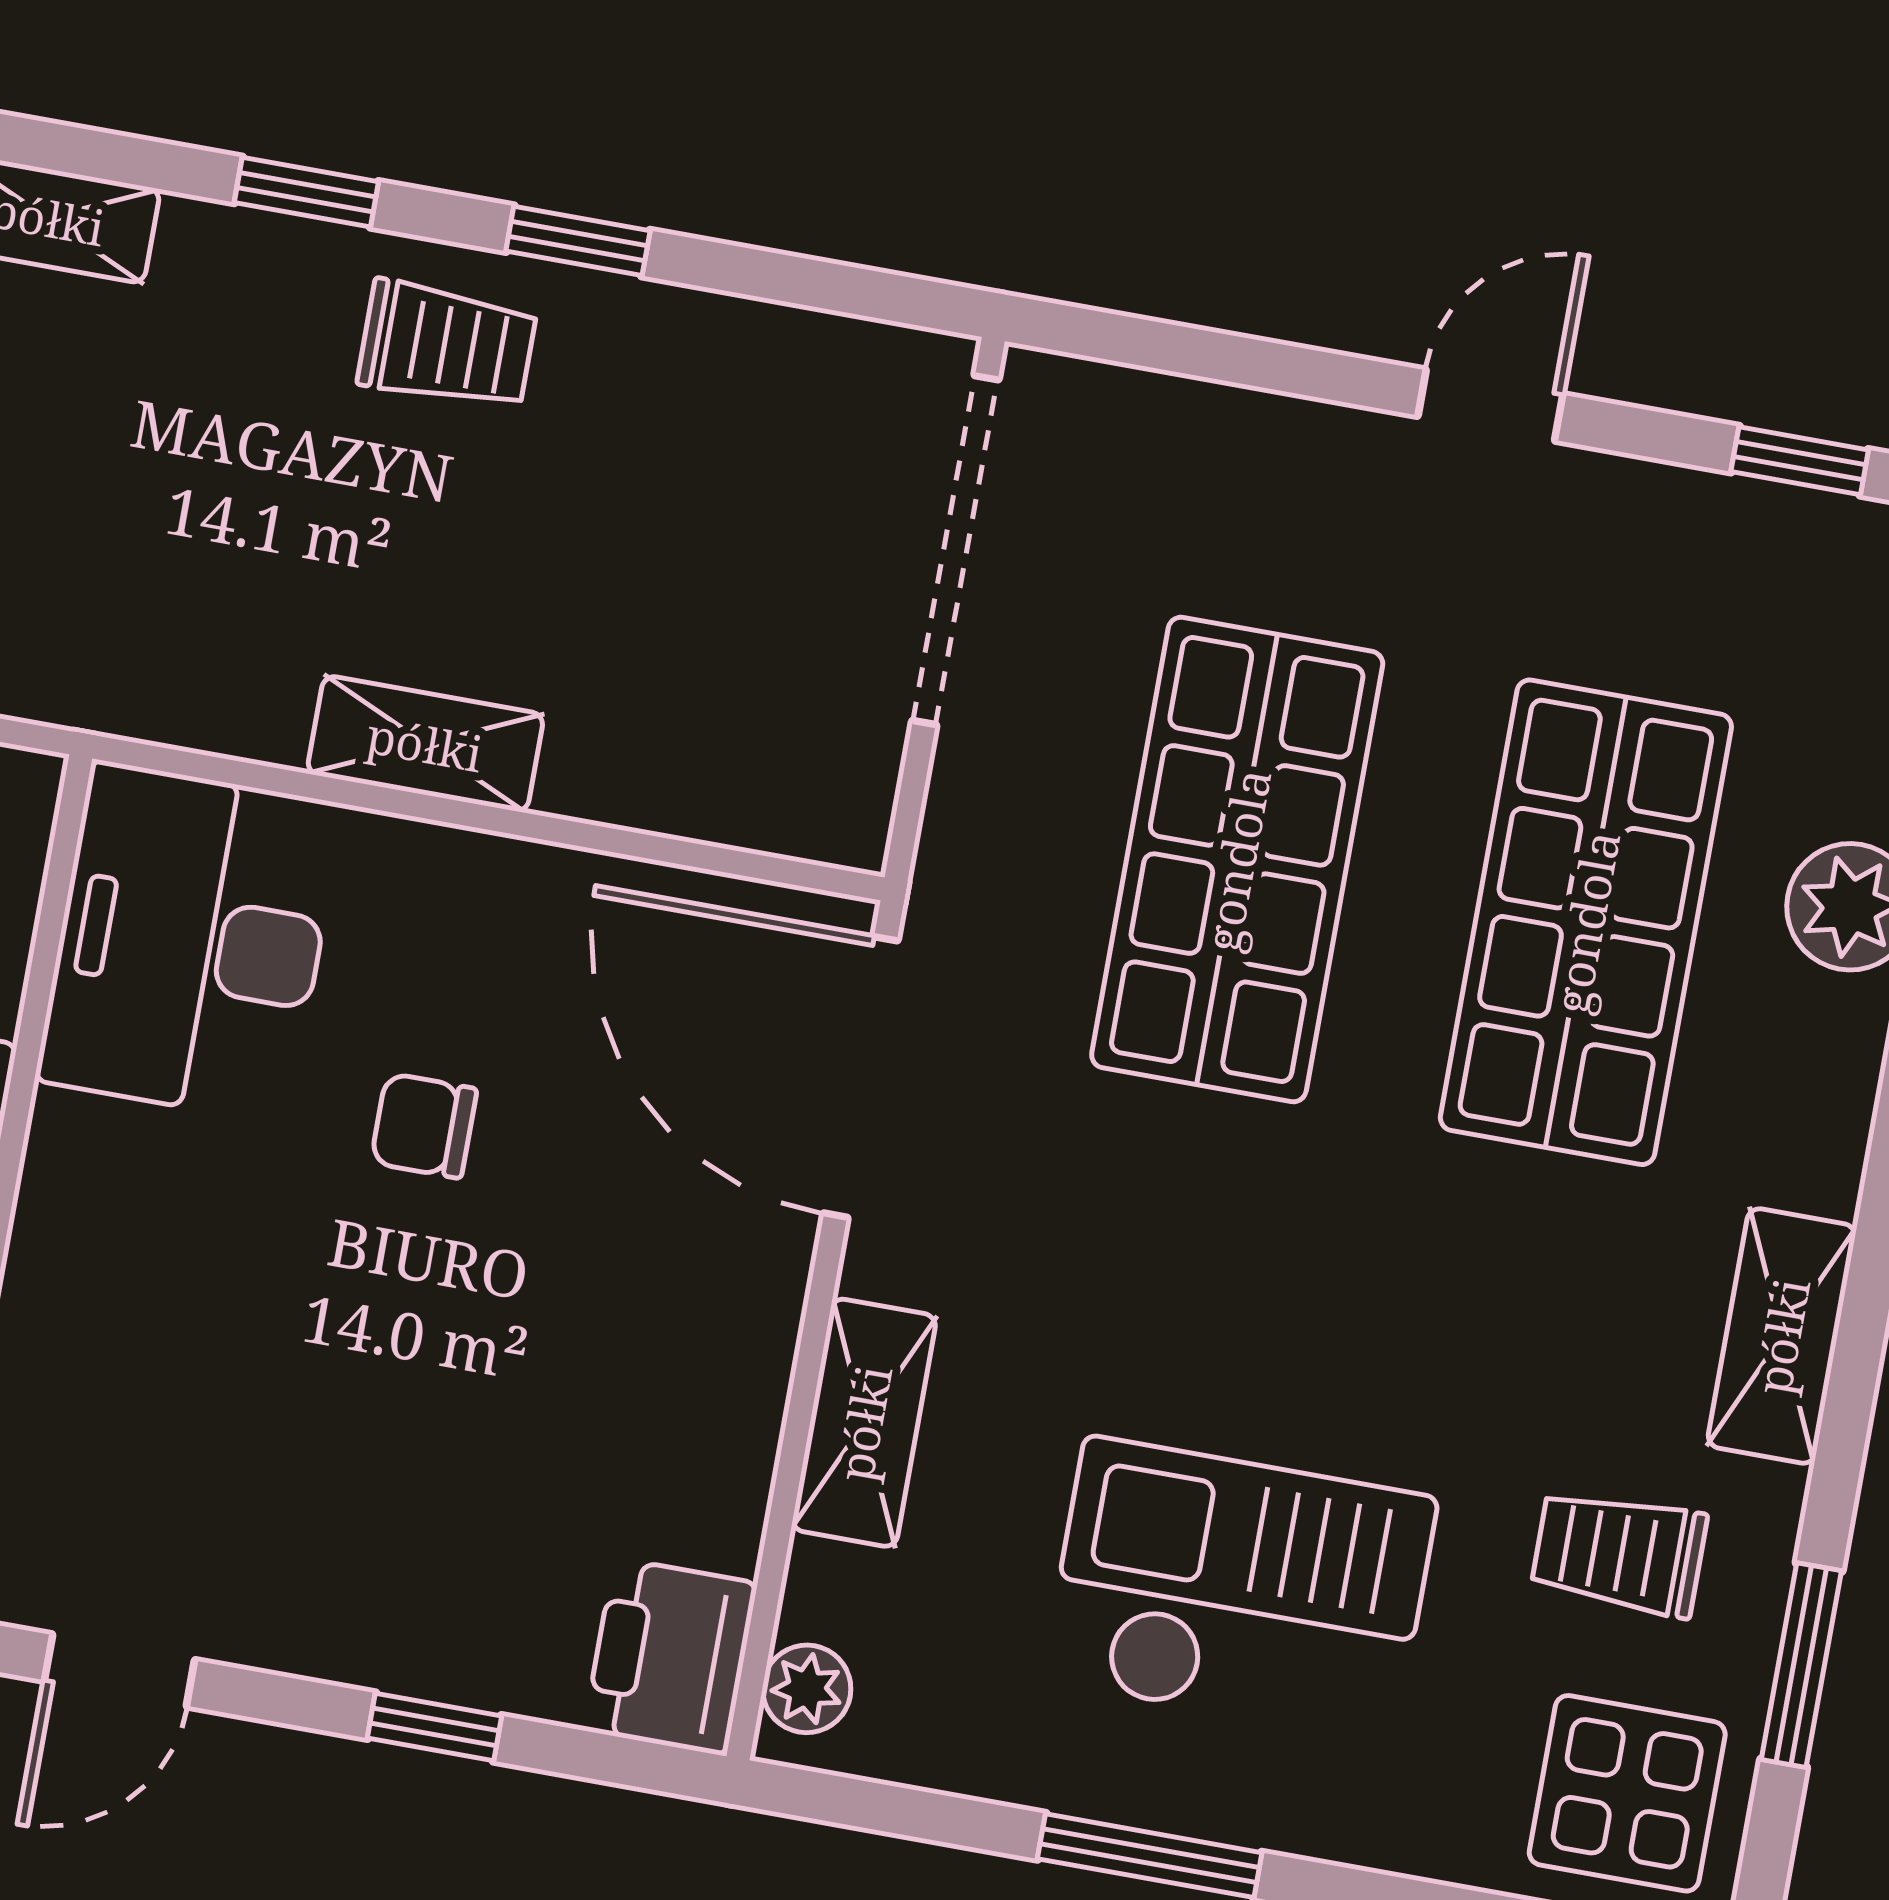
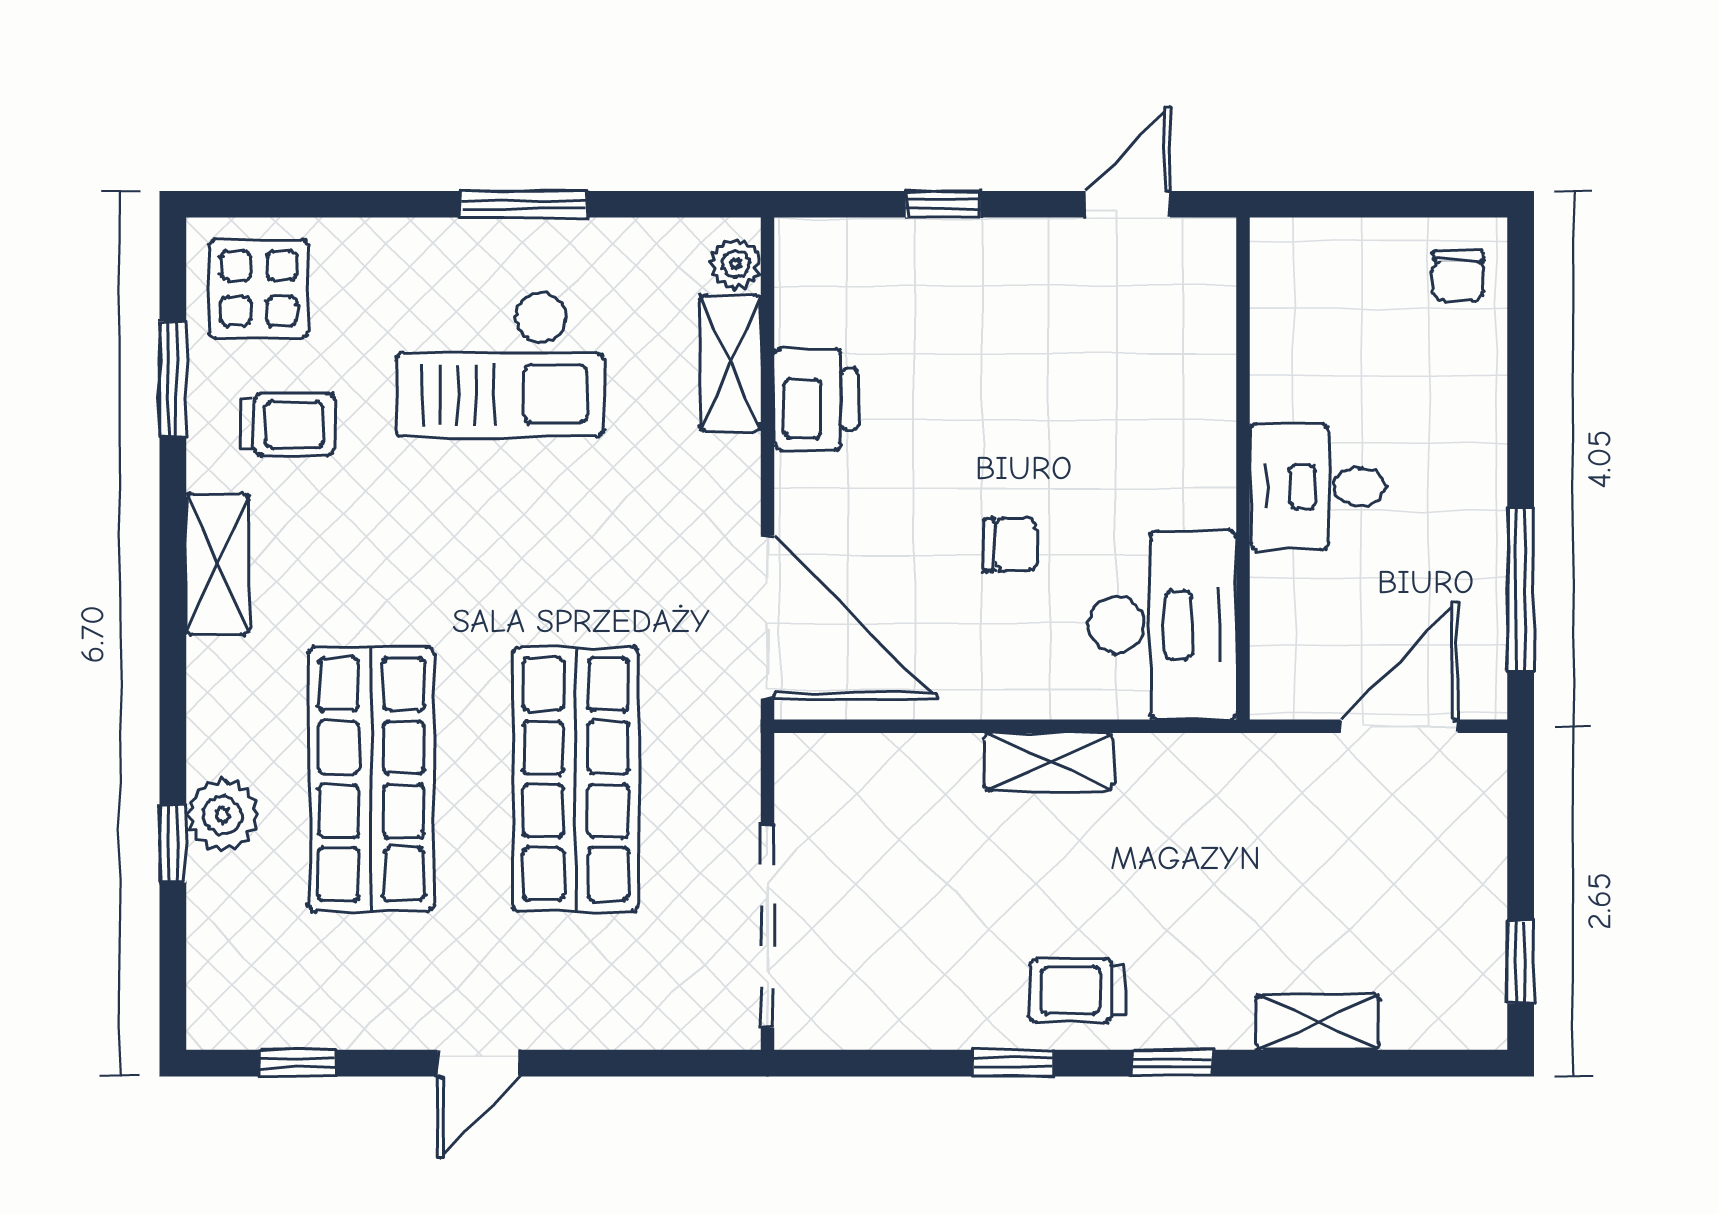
shelving: (864, 1423) -> (730, 363), moved
printer: (671, 1657) -> (816, 399), moved

